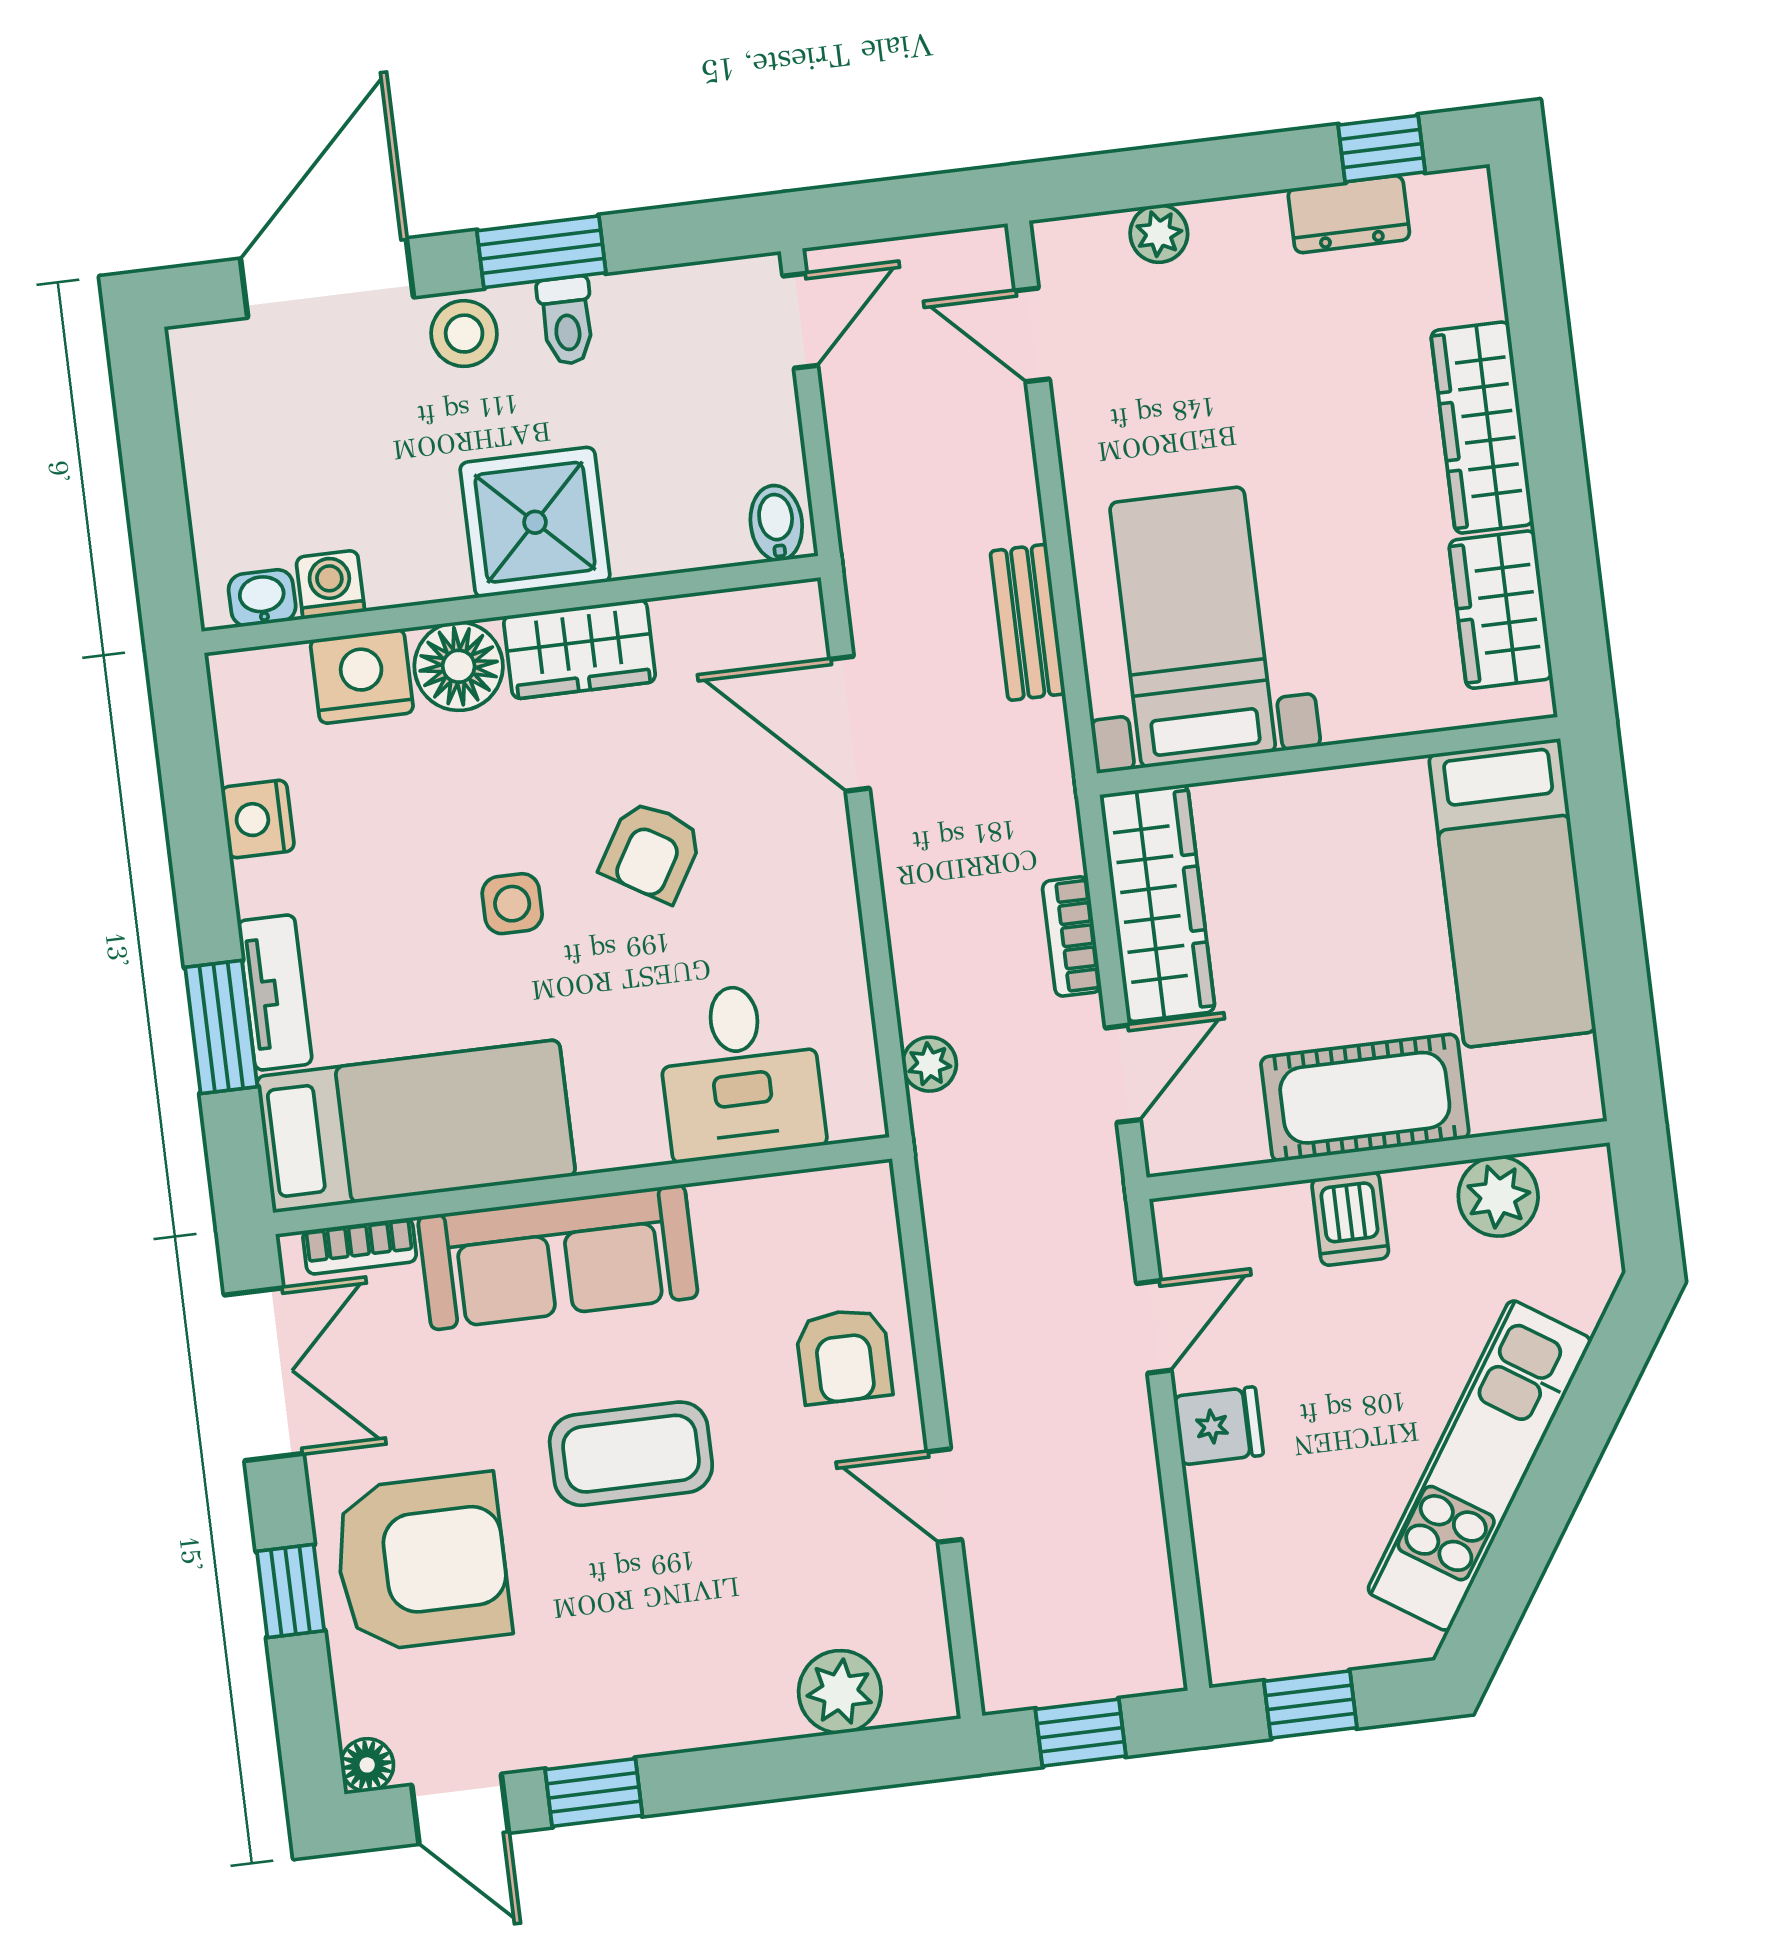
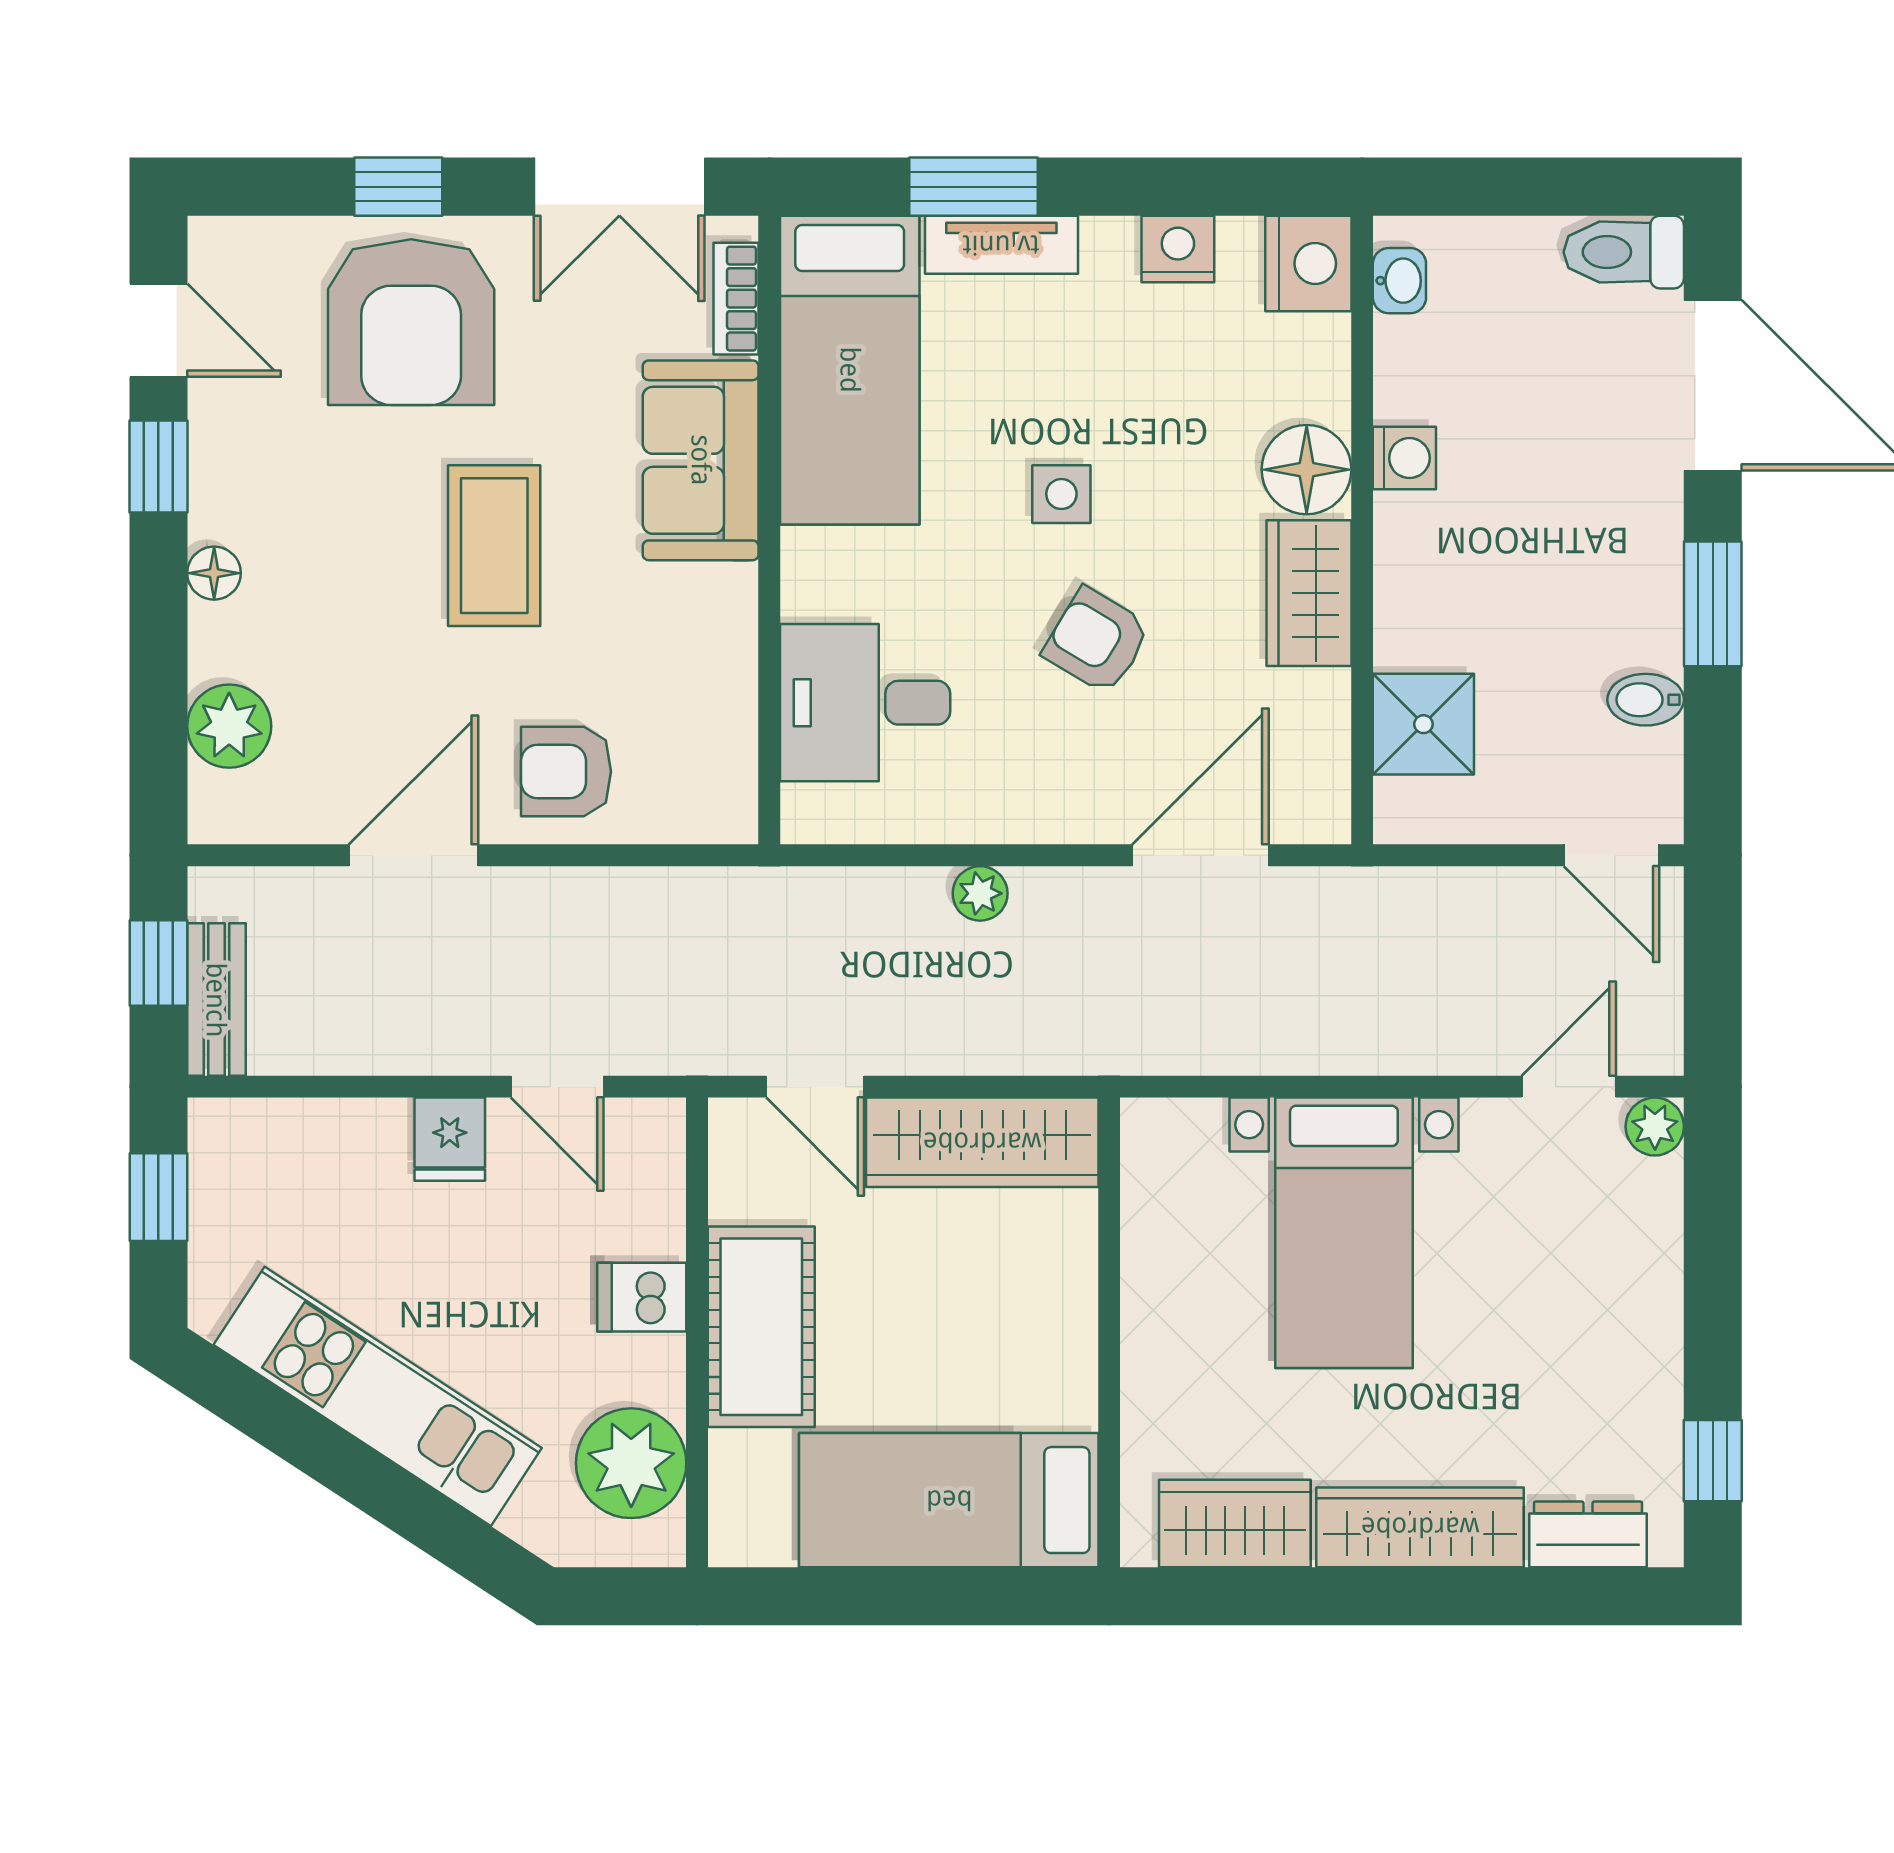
dresser: (1349, 214) -> (1588, 1534), moved, turned 90
plant: (1159, 234) -> (1655, 1127), moved
toilet: (567, 321) -> (1624, 252), moved, width x1.37, depth x1.39
stool: (464, 334) -> (1640, 516), removed
shower: (535, 522) -> (1423, 724), moved, width x0.73, depth x0.73
bidet: (776, 523) -> (1646, 700), moved, turned 180
washing machine: (330, 585) -> (1404, 458), moved
bench: (1028, 622) -> (216, 1000), moved, turned 90
bed with nightstands: (1193, 627) -> (1344, 1233), moved, turned 90
nightstand: (362, 676) -> (1308, 263), moved
bookcase: (1072, 936) -> (959, 1052), removed
plant: (929, 1064) -> (980, 893), moved
plant: (1498, 1196) -> (631, 1463), width x1.36, depth x1.36
sofa: (558, 1257) -> (701, 460), width x0.73
door: (944, 1496) -> (413, 855), width x1.37
floor lamp: (367, 1765) -> (214, 573), moved
door: (460, 1809) -> (158, 330), swing flipped

